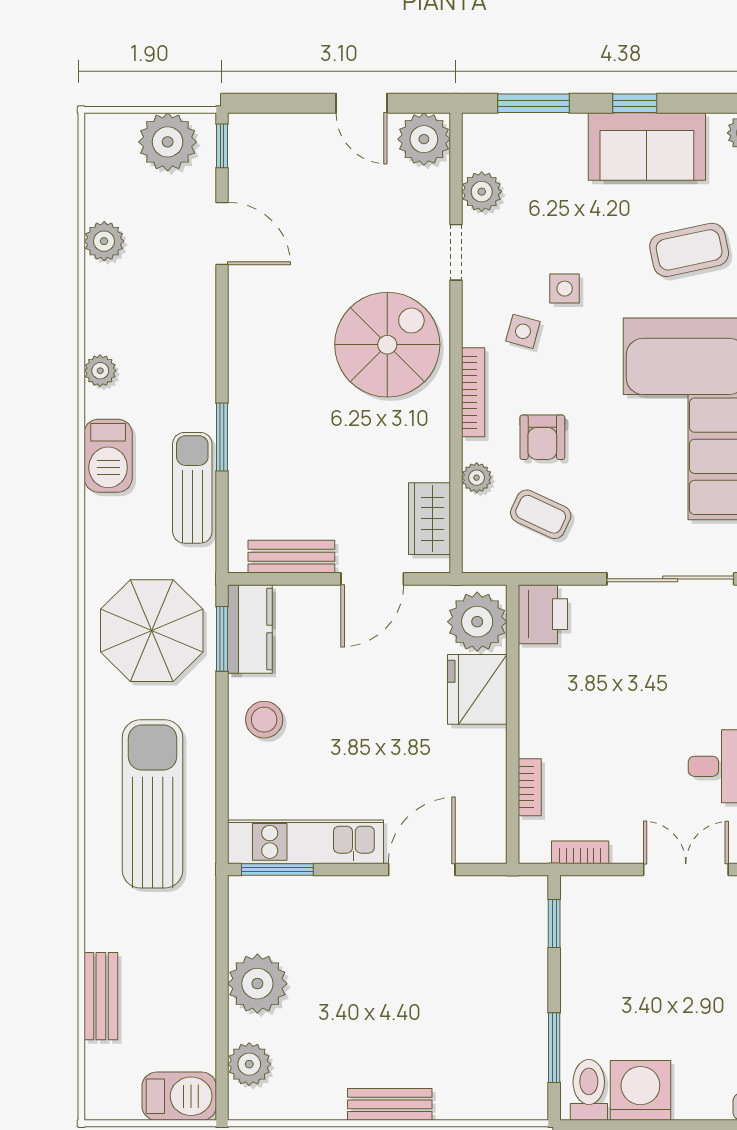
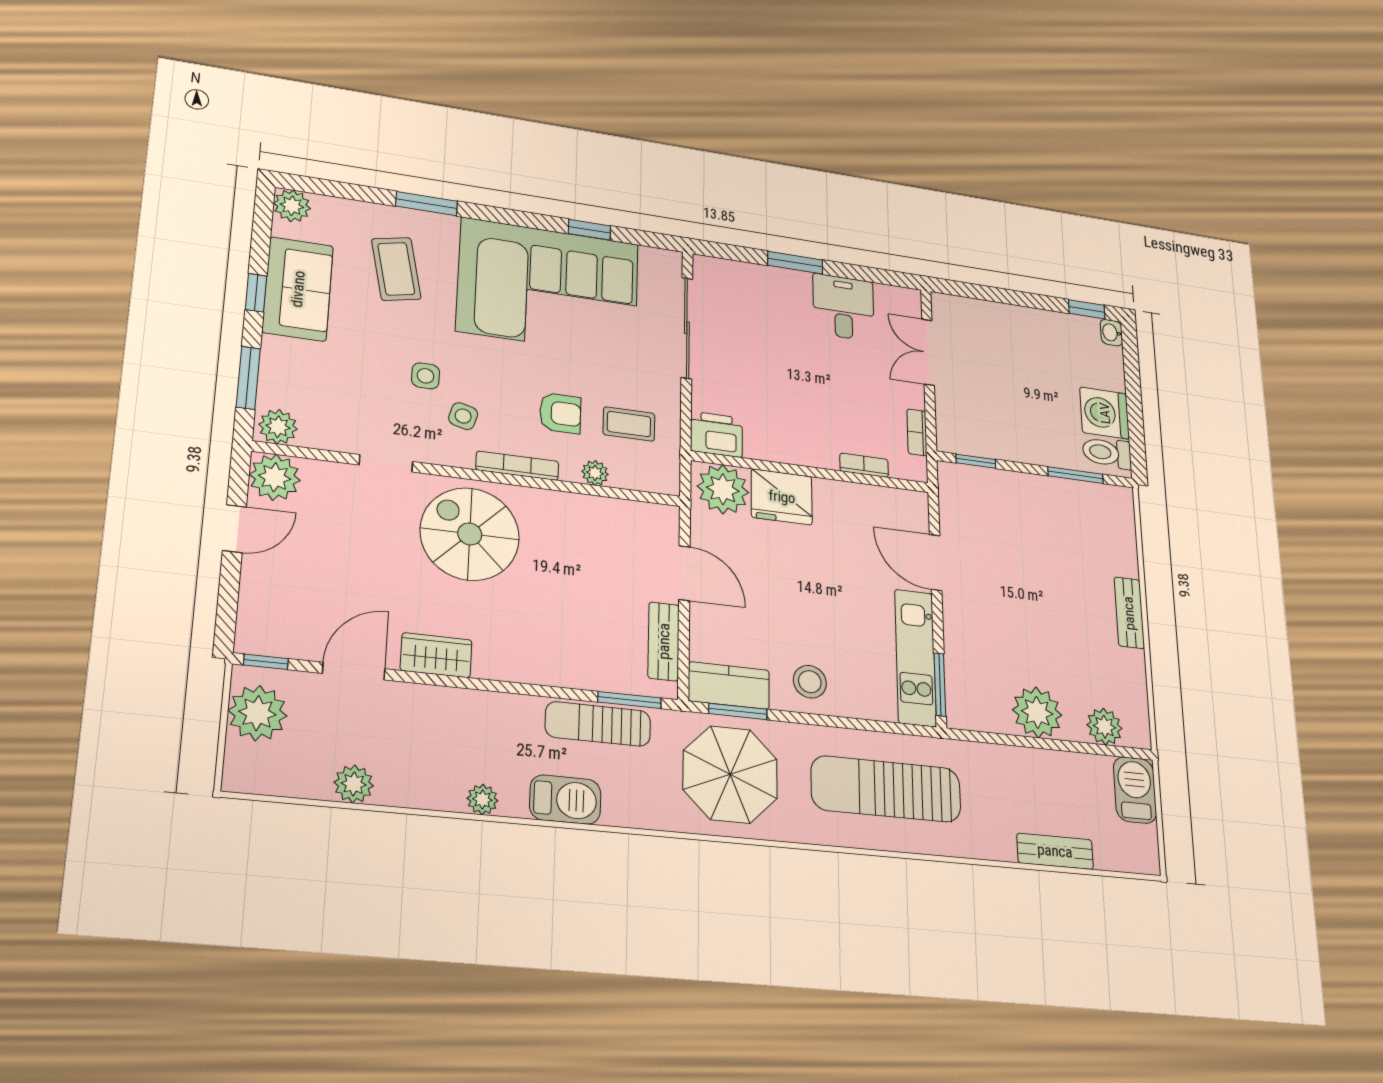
plant: (482, 192) -> (278, 427), moved
window: (222, 437) -> (629, 700), moved
coffee table: (541, 514) -> (629, 424), turned 65
wardrobe: (429, 519) -> (436, 655), moved, turned 180

